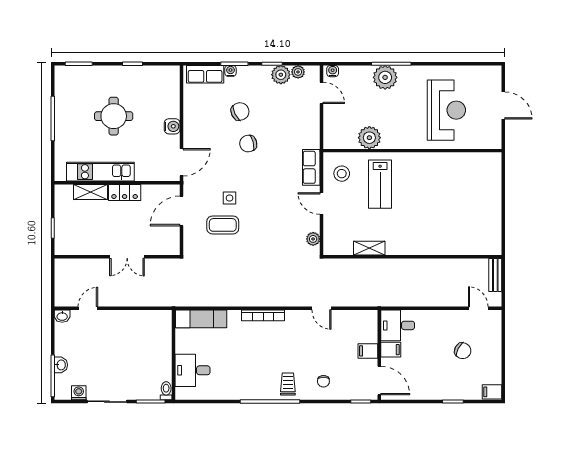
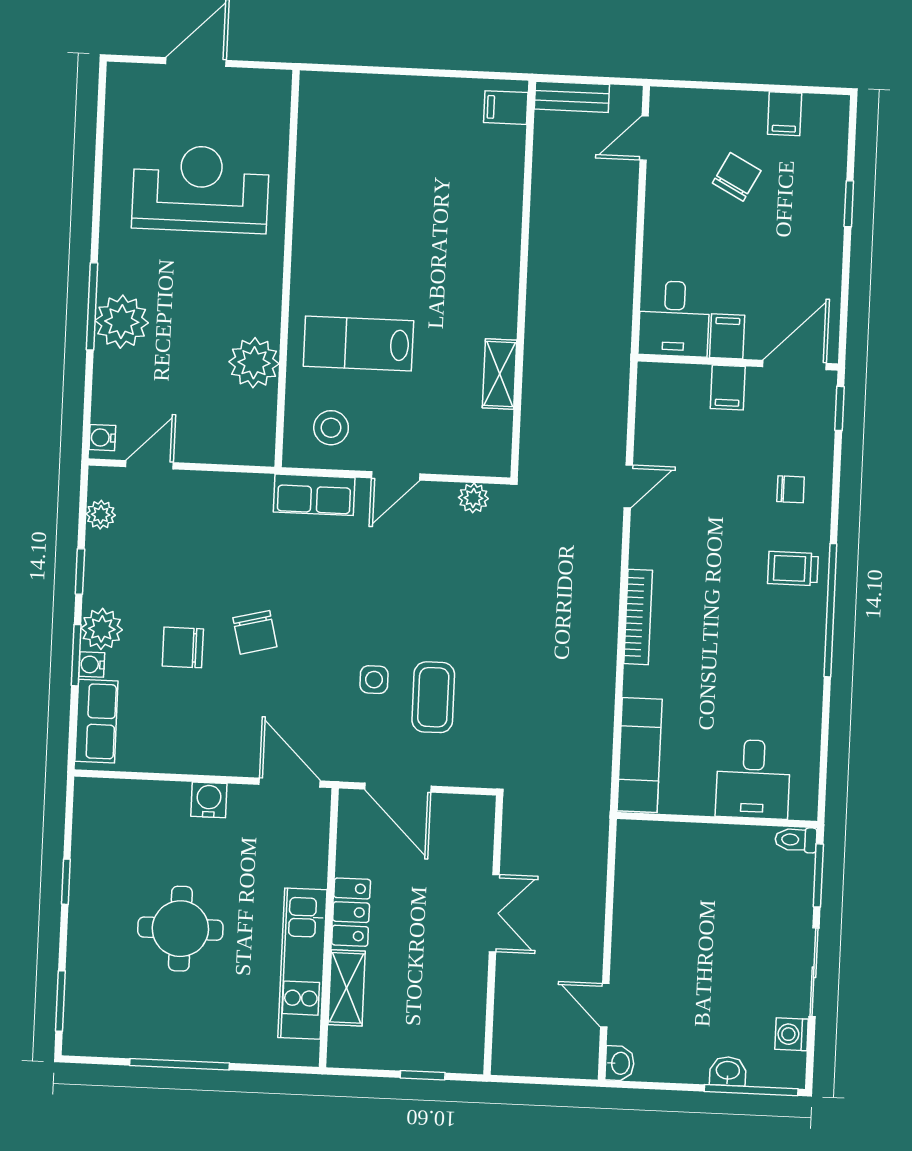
plant: (281, 75) -> (102, 629), moved
chair: (240, 111) -> (183, 647), turned -64
lab bench: (380, 184) -> (358, 344), turned 180
filing cabinet: (489, 246) -> (506, 108), added
filing cabinet: (492, 392) -> (785, 114), moved

